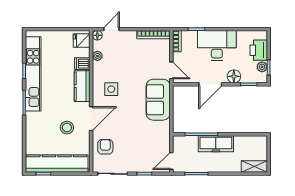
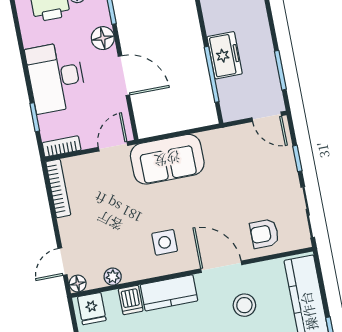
door: (111, 29) -> (63, 262), hinge flipped
freezer: (216, 144) -> (225, 55), width x0.71

